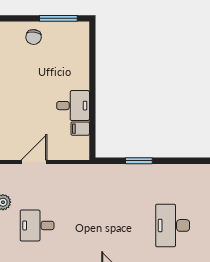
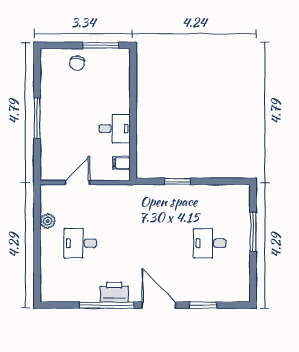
filing cabinet: (80, 129) -> (122, 163), moved
desk: (173, 225) -> (210, 243), width x0.73

